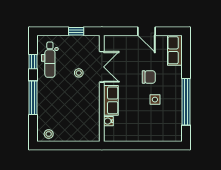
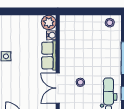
chair: (149, 77) -> (12, 78), removed
plant: (111, 134) -> (49, 22), added

